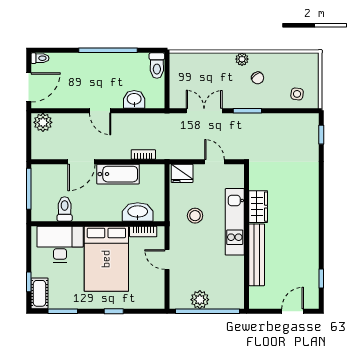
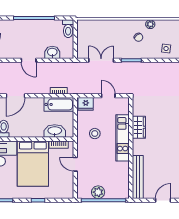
plant: (242, 59) -> (150, 24), moved
bathtub: (118, 174) -> (59, 104), moved
bench: (257, 255) -> (138, 177), moved

